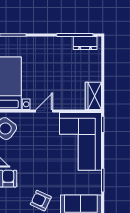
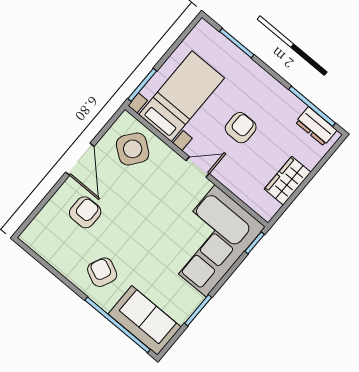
armchair: (49, 74) -> (241, 128), added
wardrobe: (93, 96) -> (288, 181), moved

